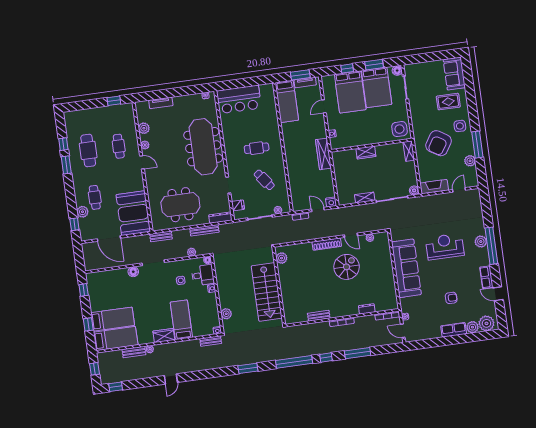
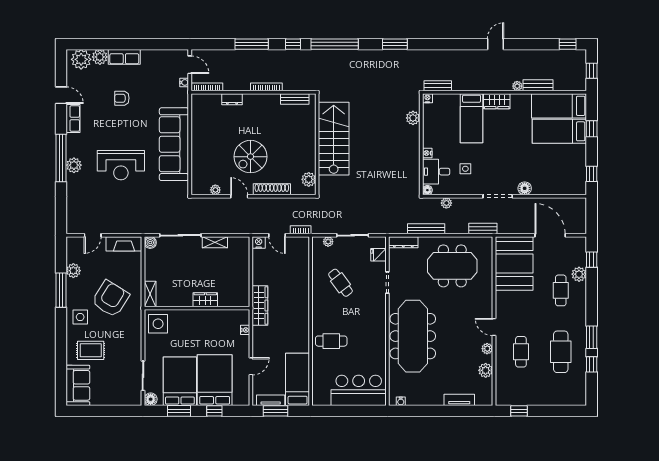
cafe table: (257, 148) -> (331, 341), moved
plant: (282, 258) -> (309, 179), moved
wall: (279, 286) -> (317, 144), moved
stairs: (267, 292) -> (334, 139), moved

